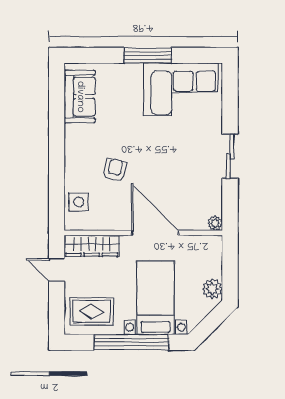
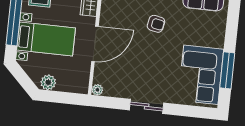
window: (148, 55) -> (227, 70), moved
armchair: (115, 170) -> (156, 24), moved

